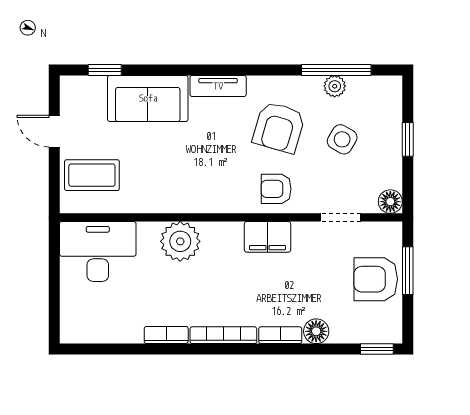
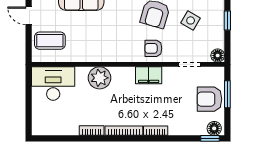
floor lamp: (316, 331) -> (214, 128), moved

